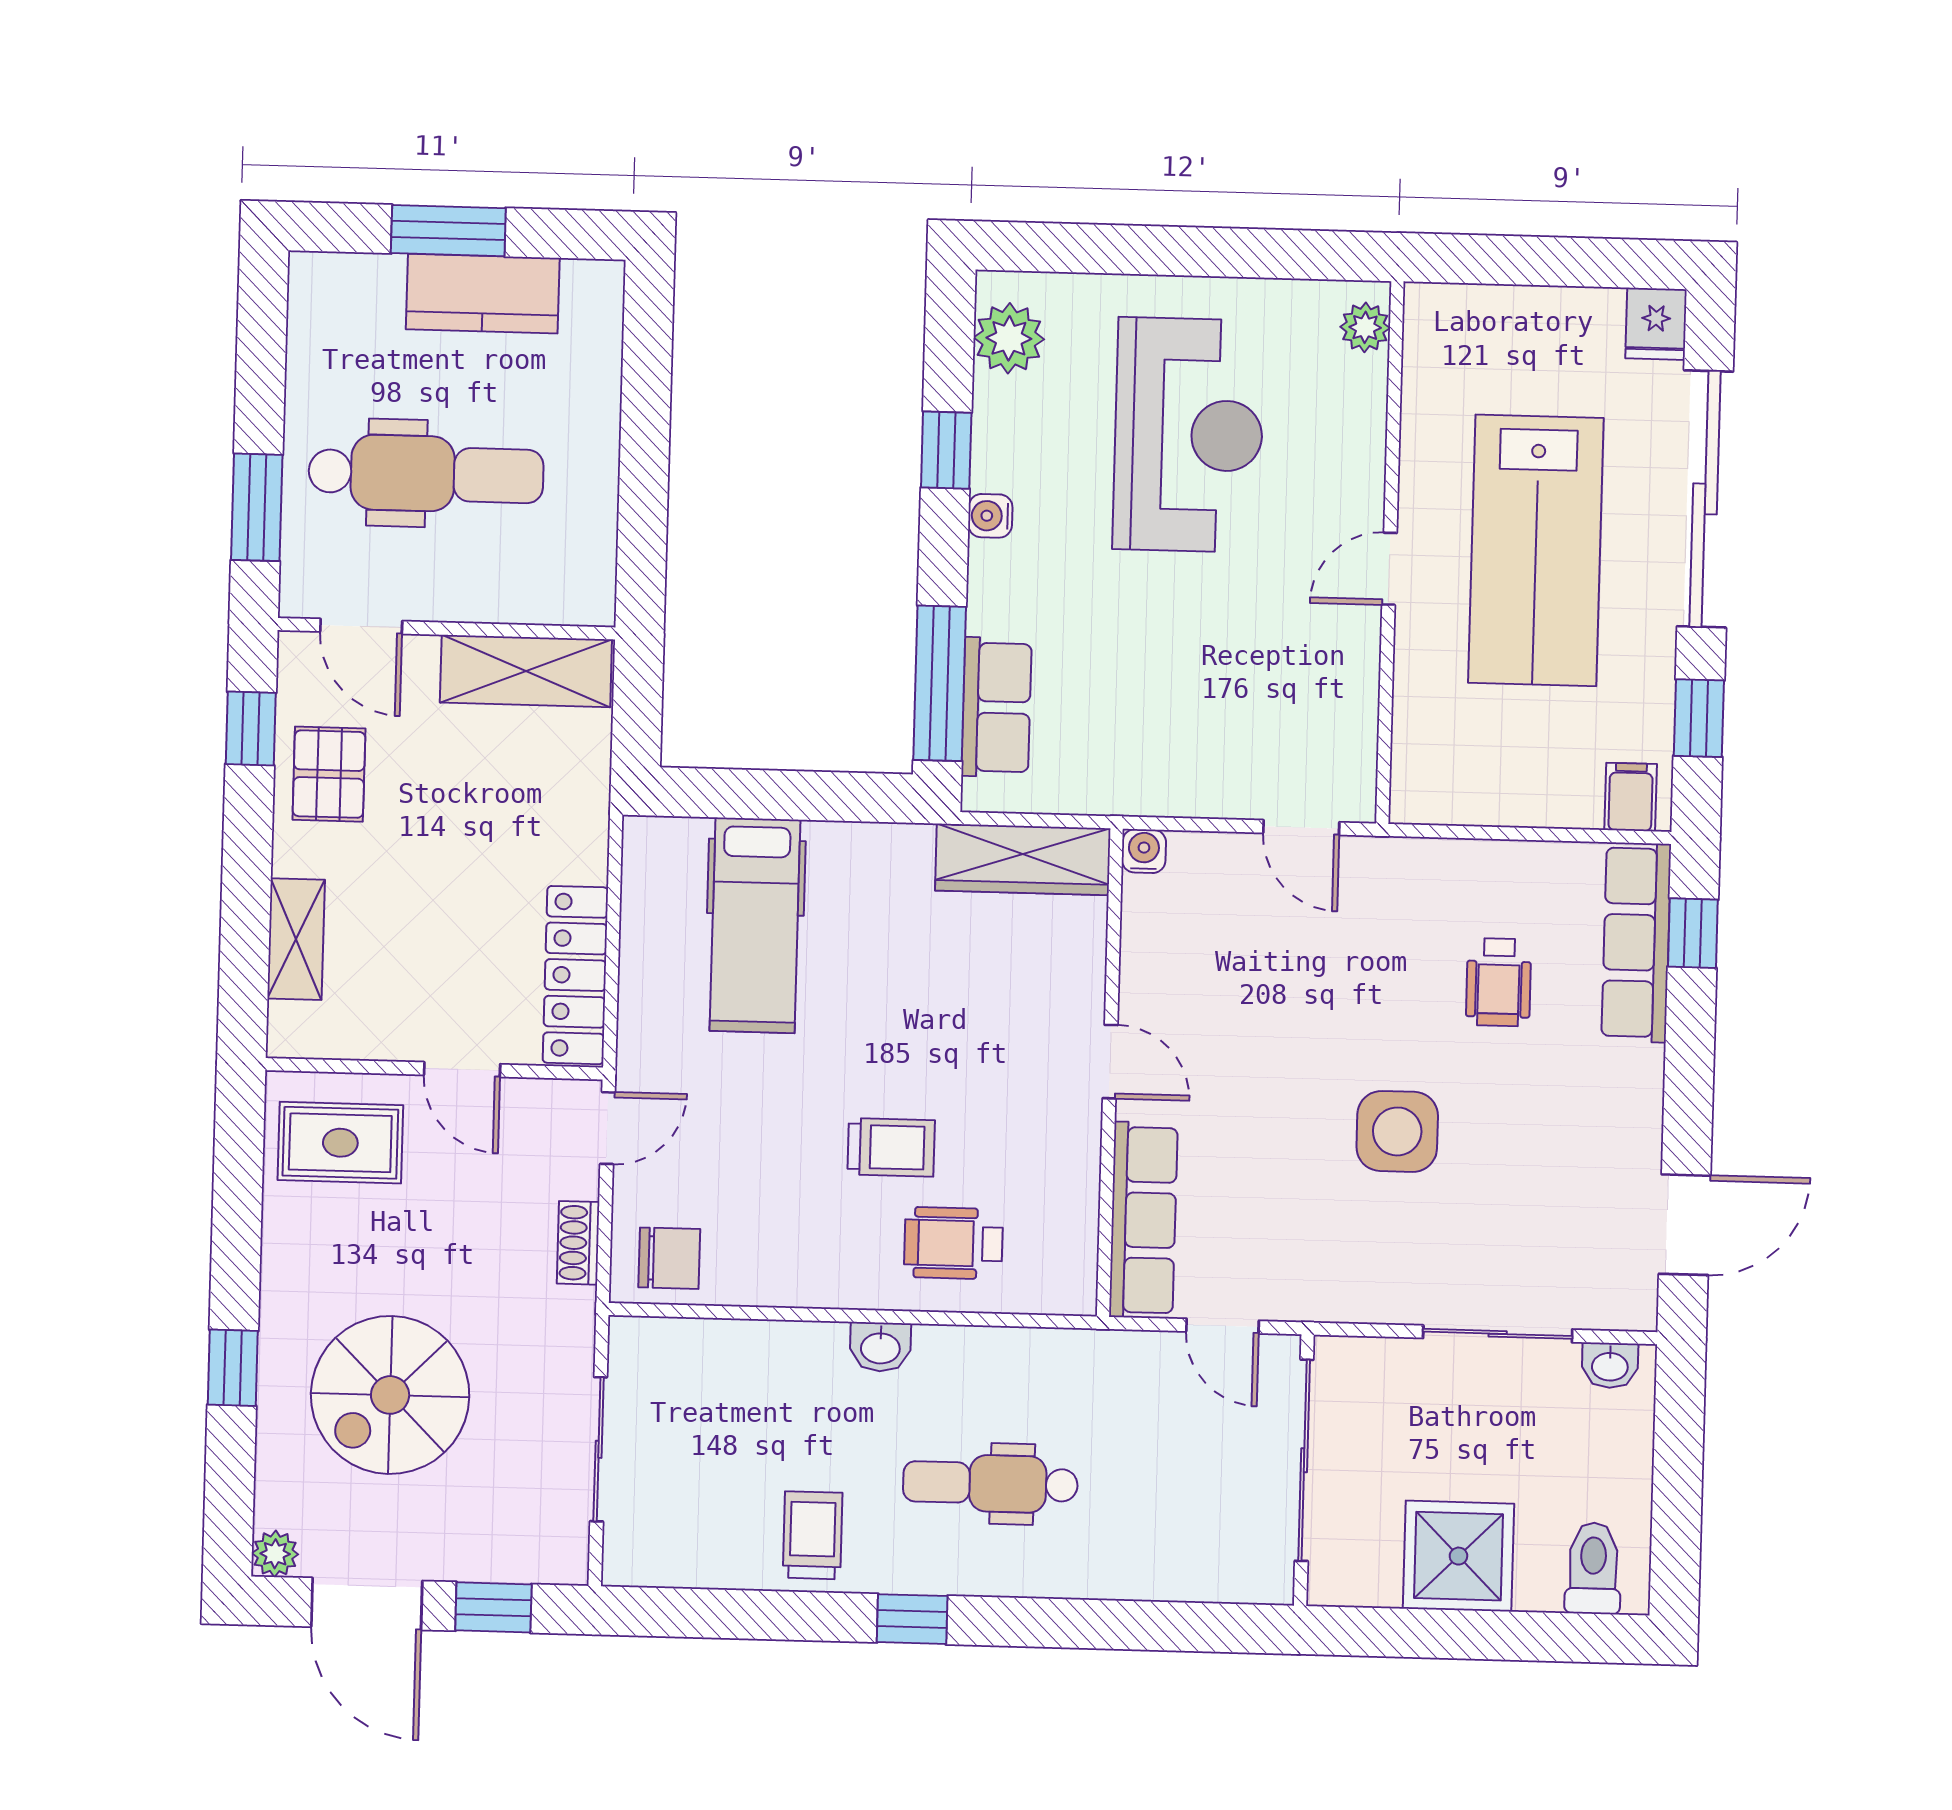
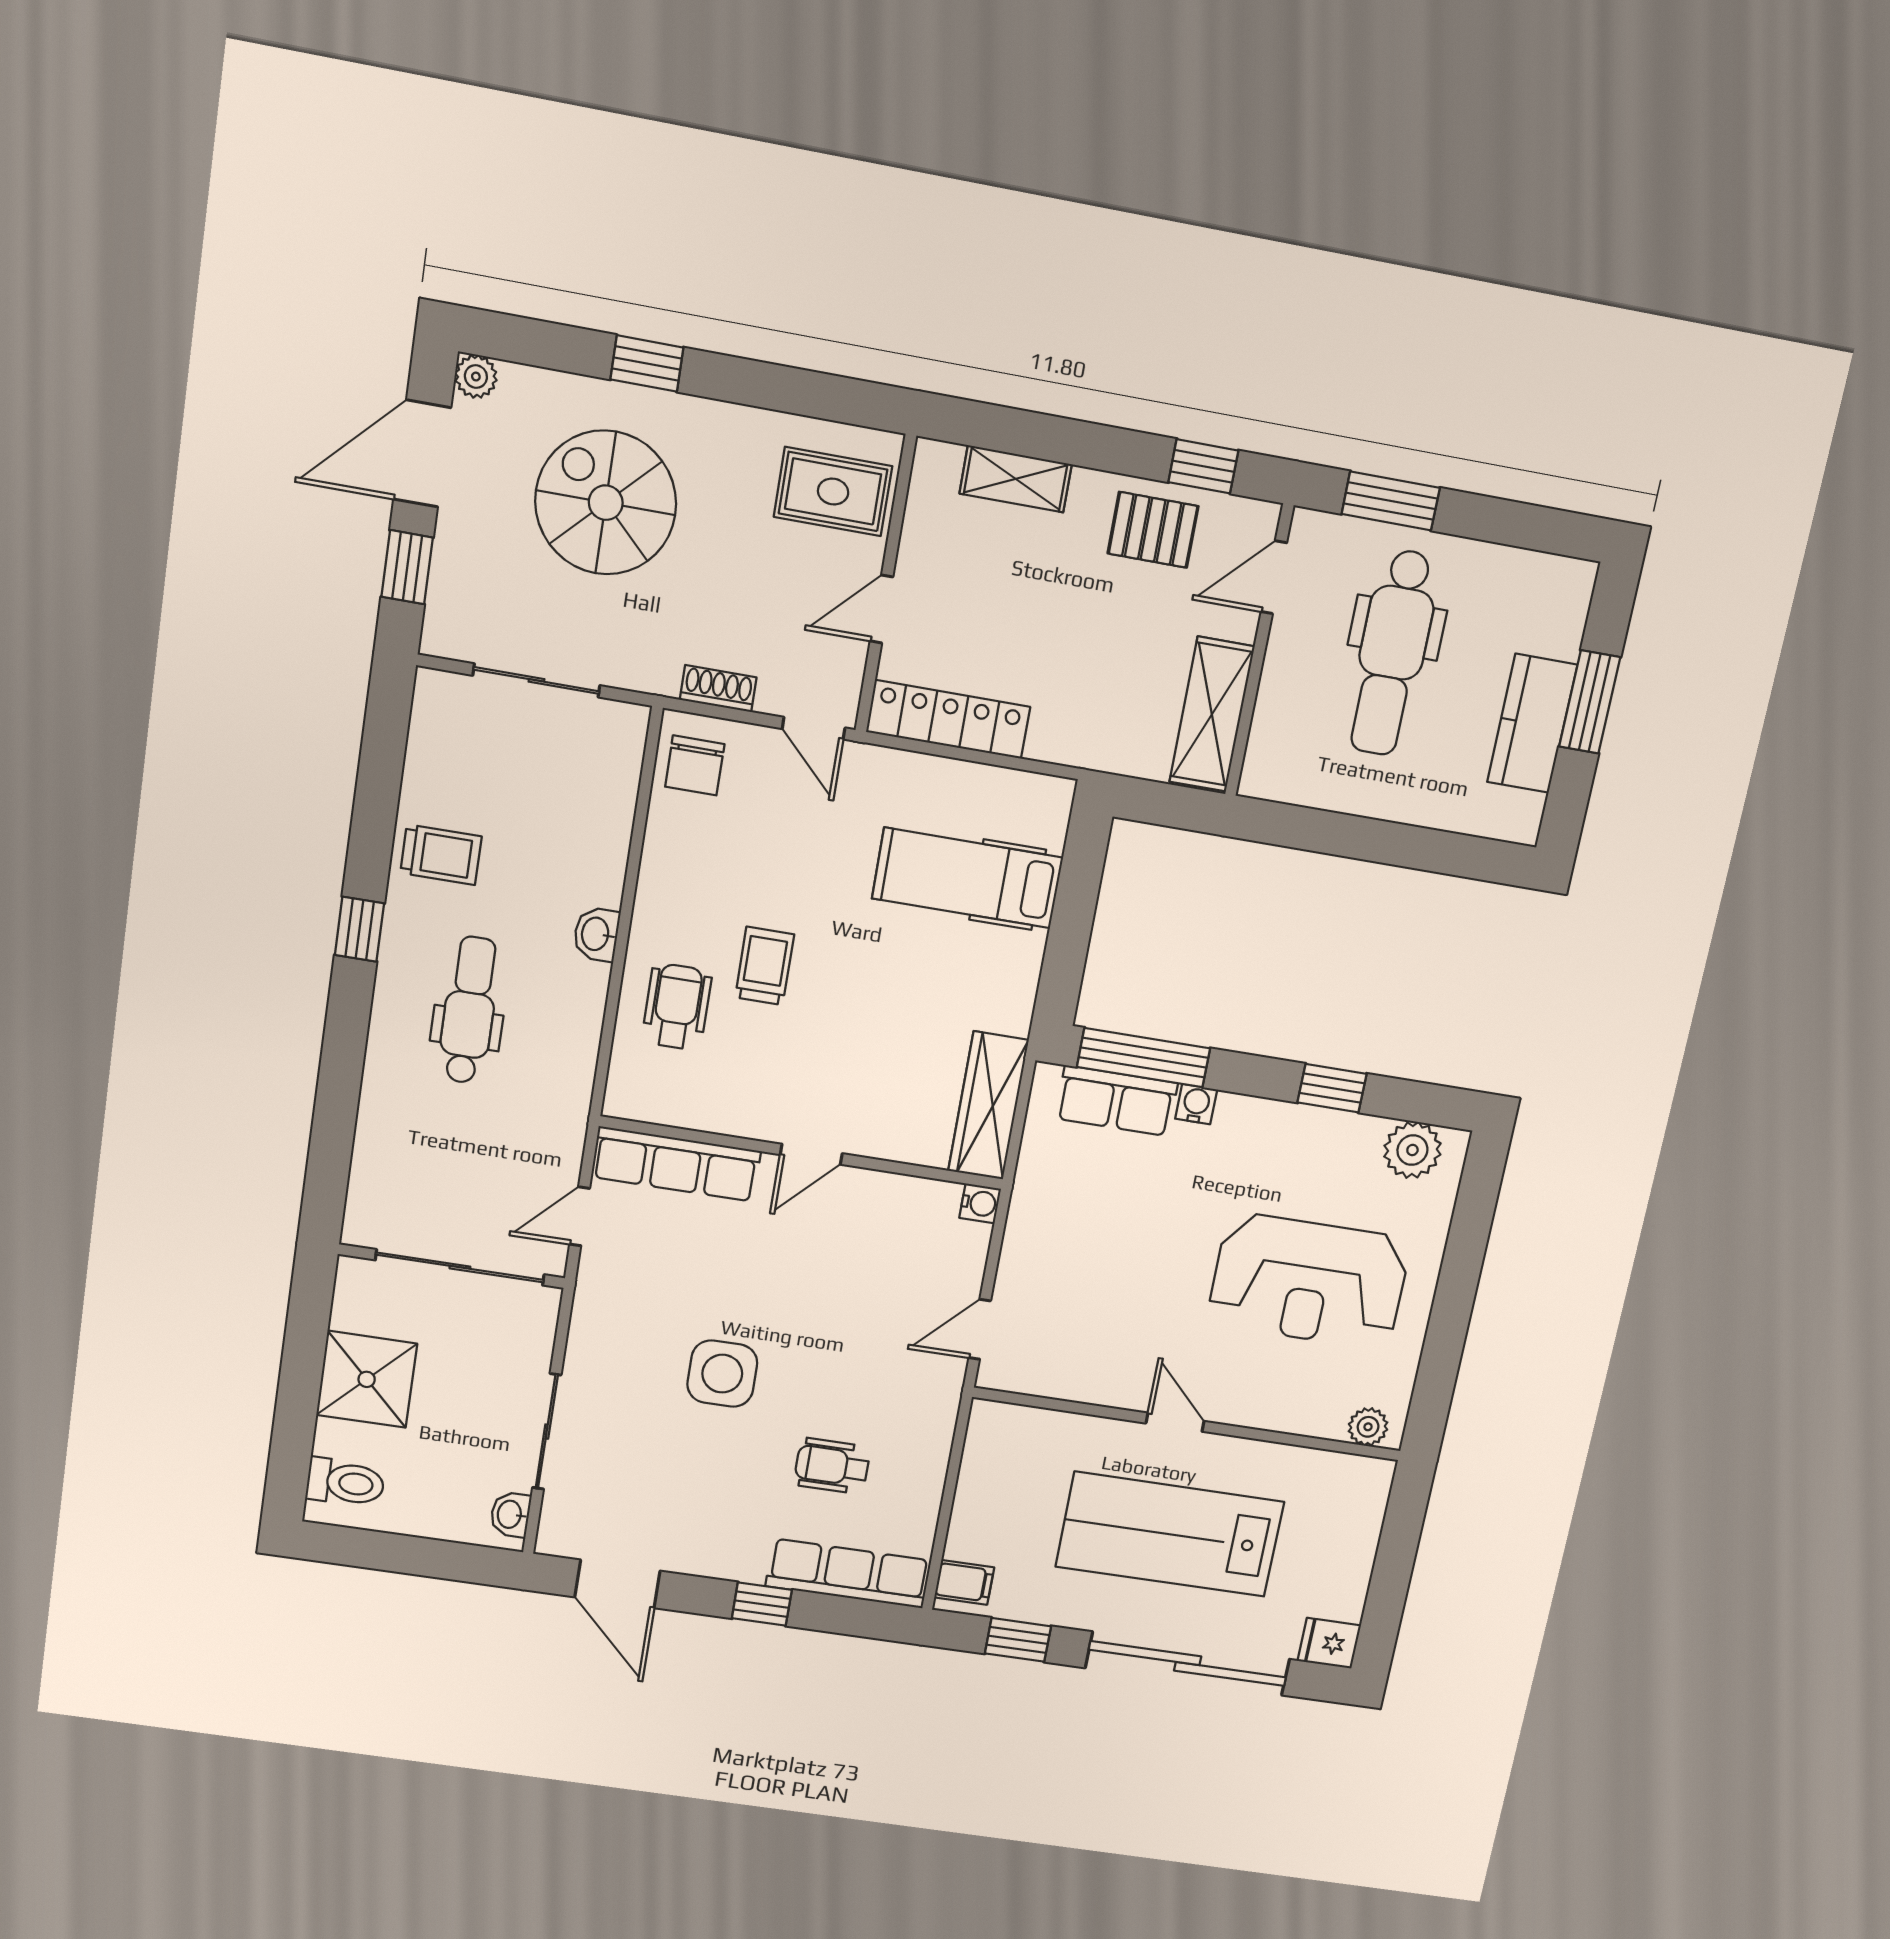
water cooler: (990, 516) -> (1196, 1104), moved
window: (1693, 933) -> (762, 1604), moved
rug: (340, 1143) -> (833, 492), turned 90
trolley: (891, 1147) -> (765, 966), turned 180

